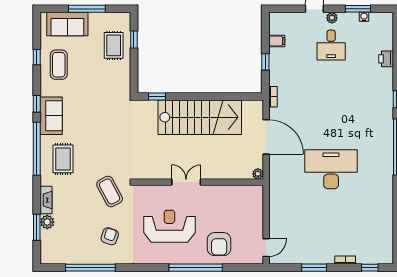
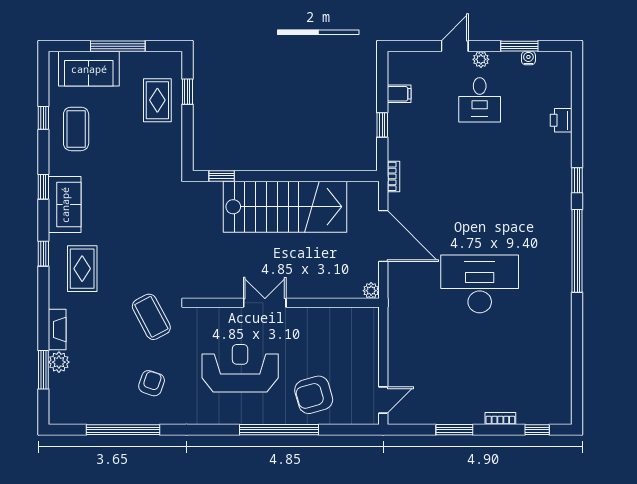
window: (37, 149) -> (43, 254), width x0.32
armchair: (219, 244) -> (314, 395), turned 74

